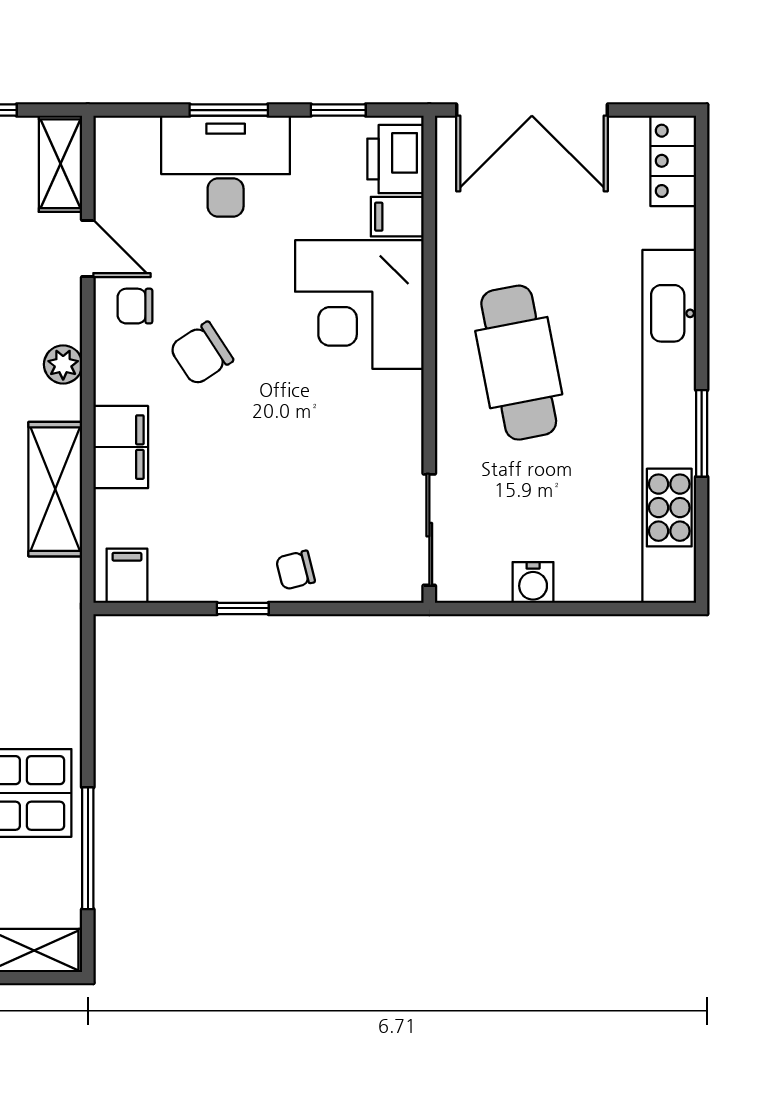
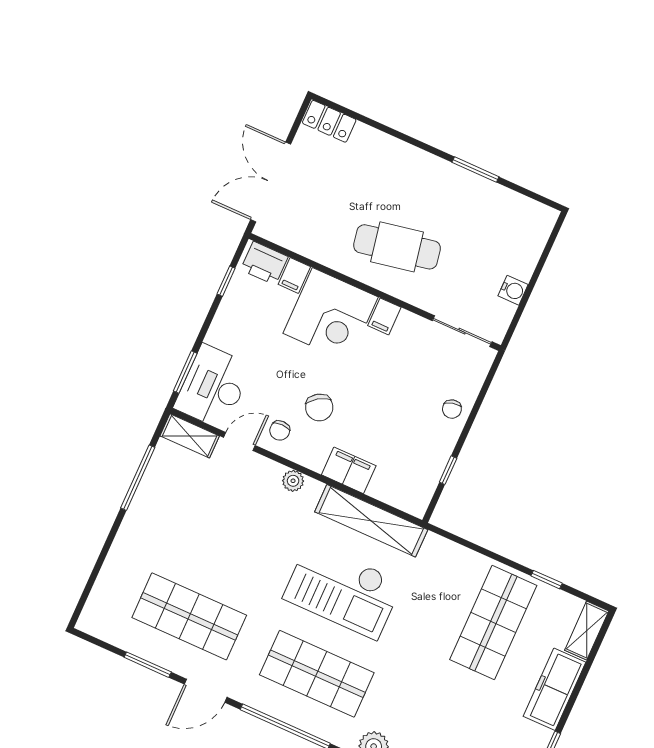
window: (229, 110) -> (185, 372), moved
double door: (532, 110) -> (271, 182), swing flipped
desk: (226, 166) -> (213, 387), moved
kitchen unit: (669, 426) -> (464, 184), removed
shelving: (55, 489) -> (371, 521), width x1.47
filing cabinet: (127, 576) -> (384, 316), moved, turned -90
window: (243, 608) -> (448, 470), moved
window: (88, 848) -> (547, 580), width x0.46

